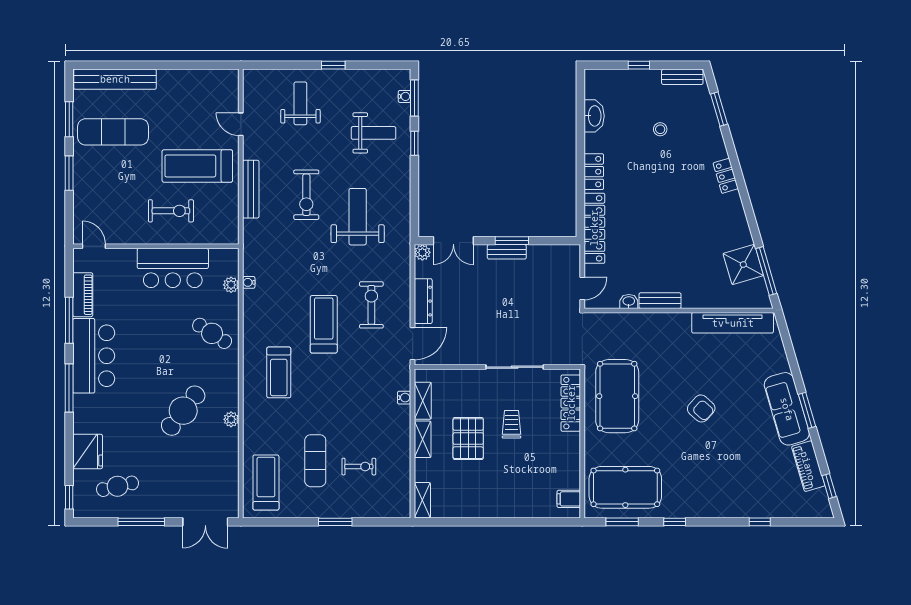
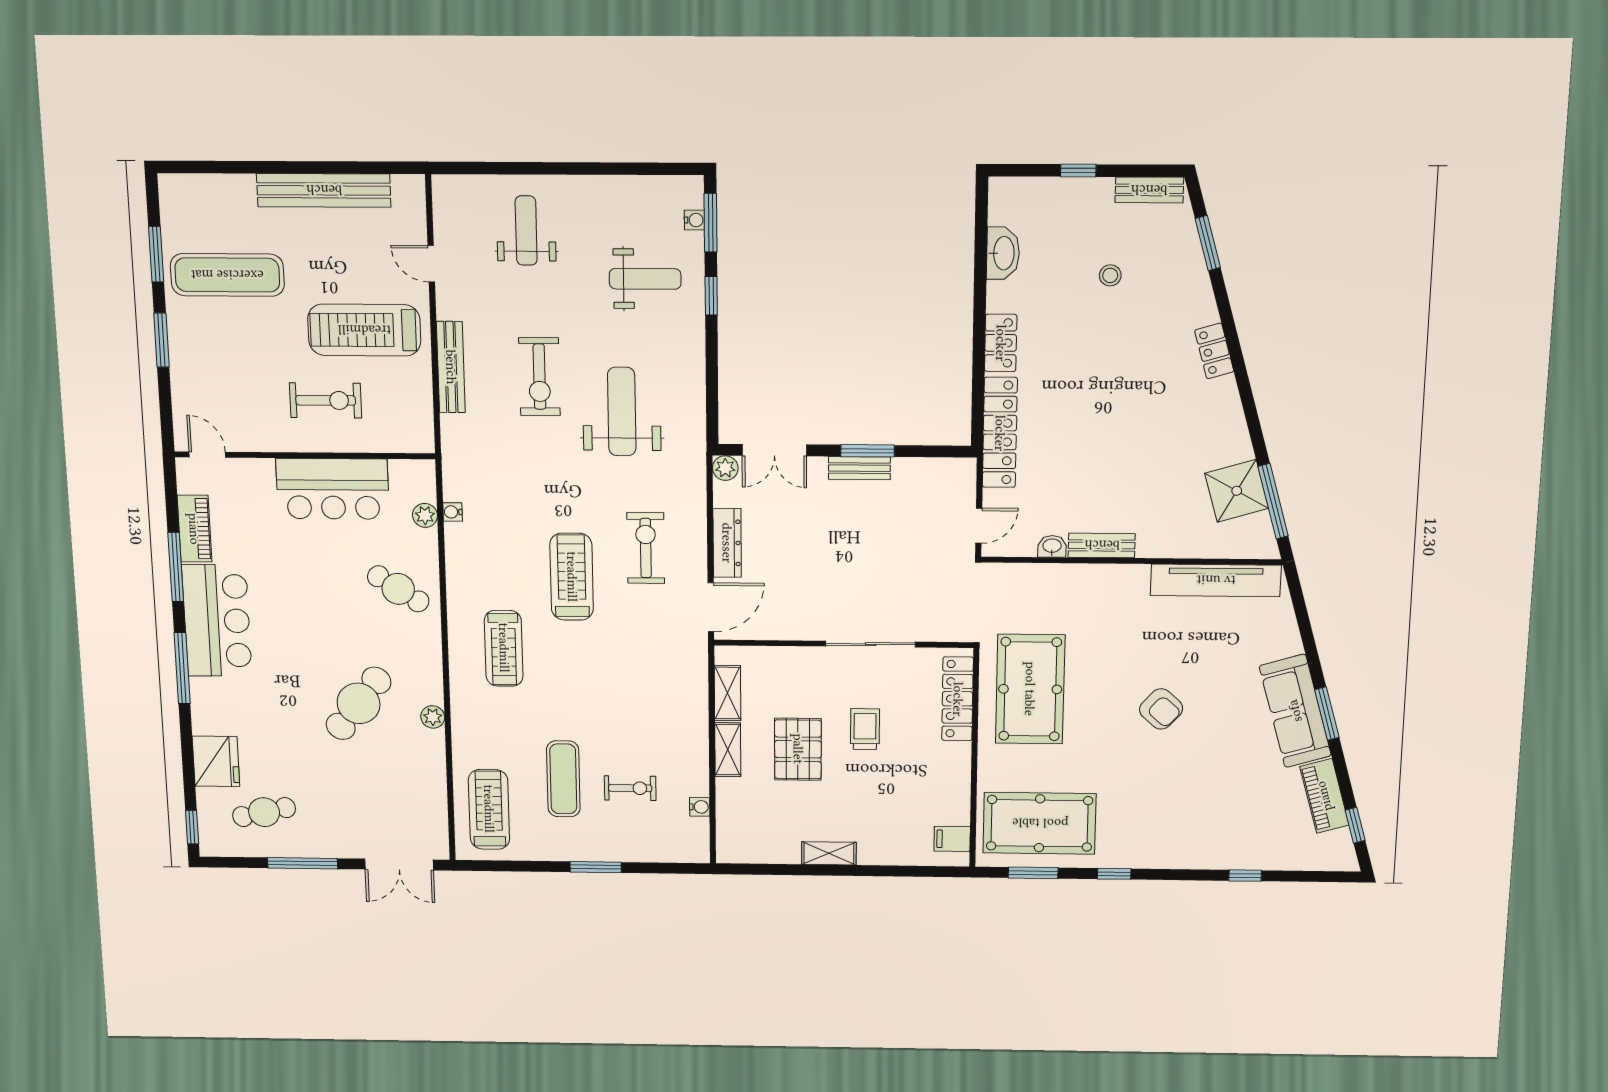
window: (333, 65) -> (578, 169), removed
bench: (115, 79) -> (324, 190), moved
water cooler: (404, 398) -> (700, 807), moved
shelving: (422, 500) -> (829, 853), moved, turned 90

